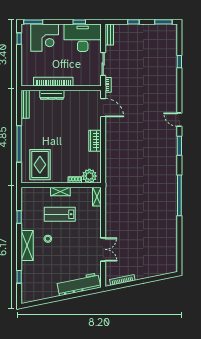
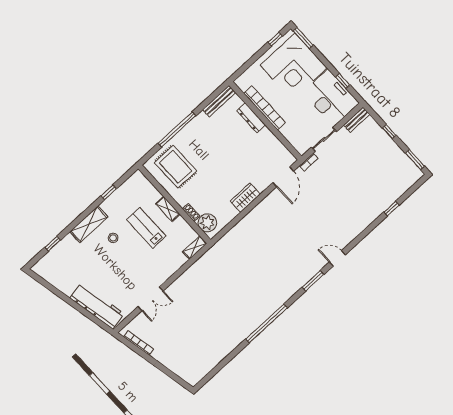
corner desk: (45, 38) -> (294, 66), width x1.36, depth x1.36
door: (179, 120) -> (337, 258), hinge flipped
rug: (40, 165) -> (176, 167), turned 90

